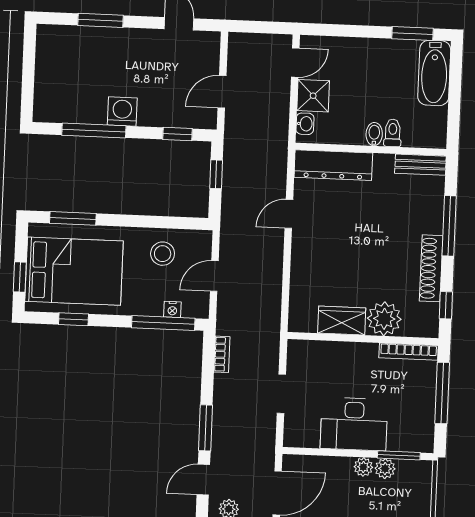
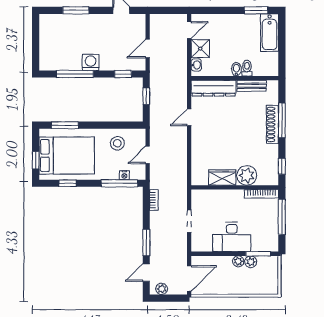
bench: (420, 165) -> (252, 86), moved
shoe rack: (431, 268) -> (272, 124), moved

